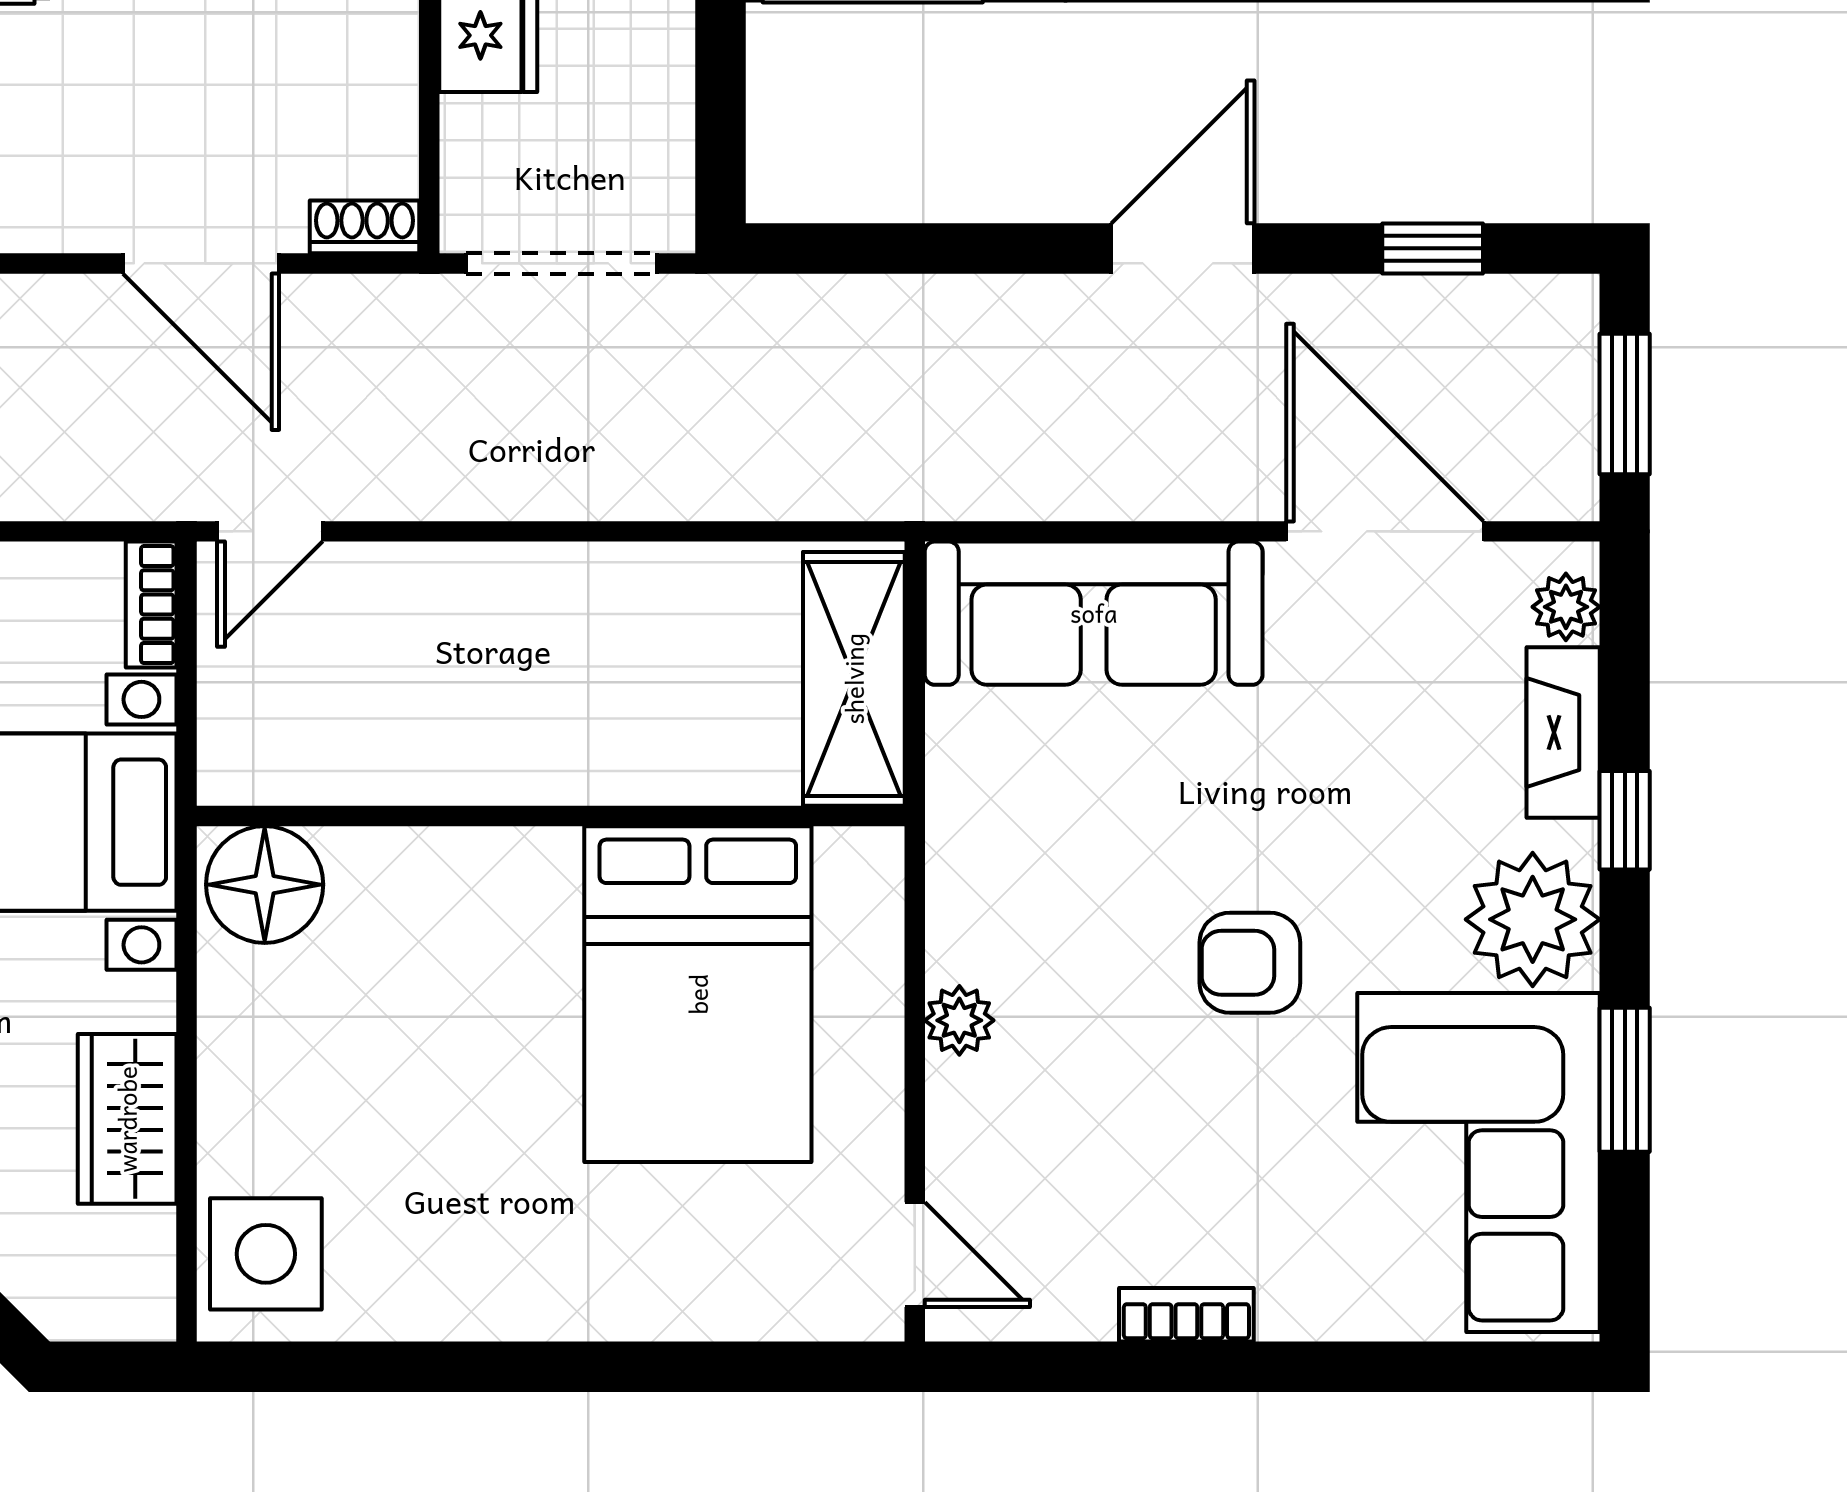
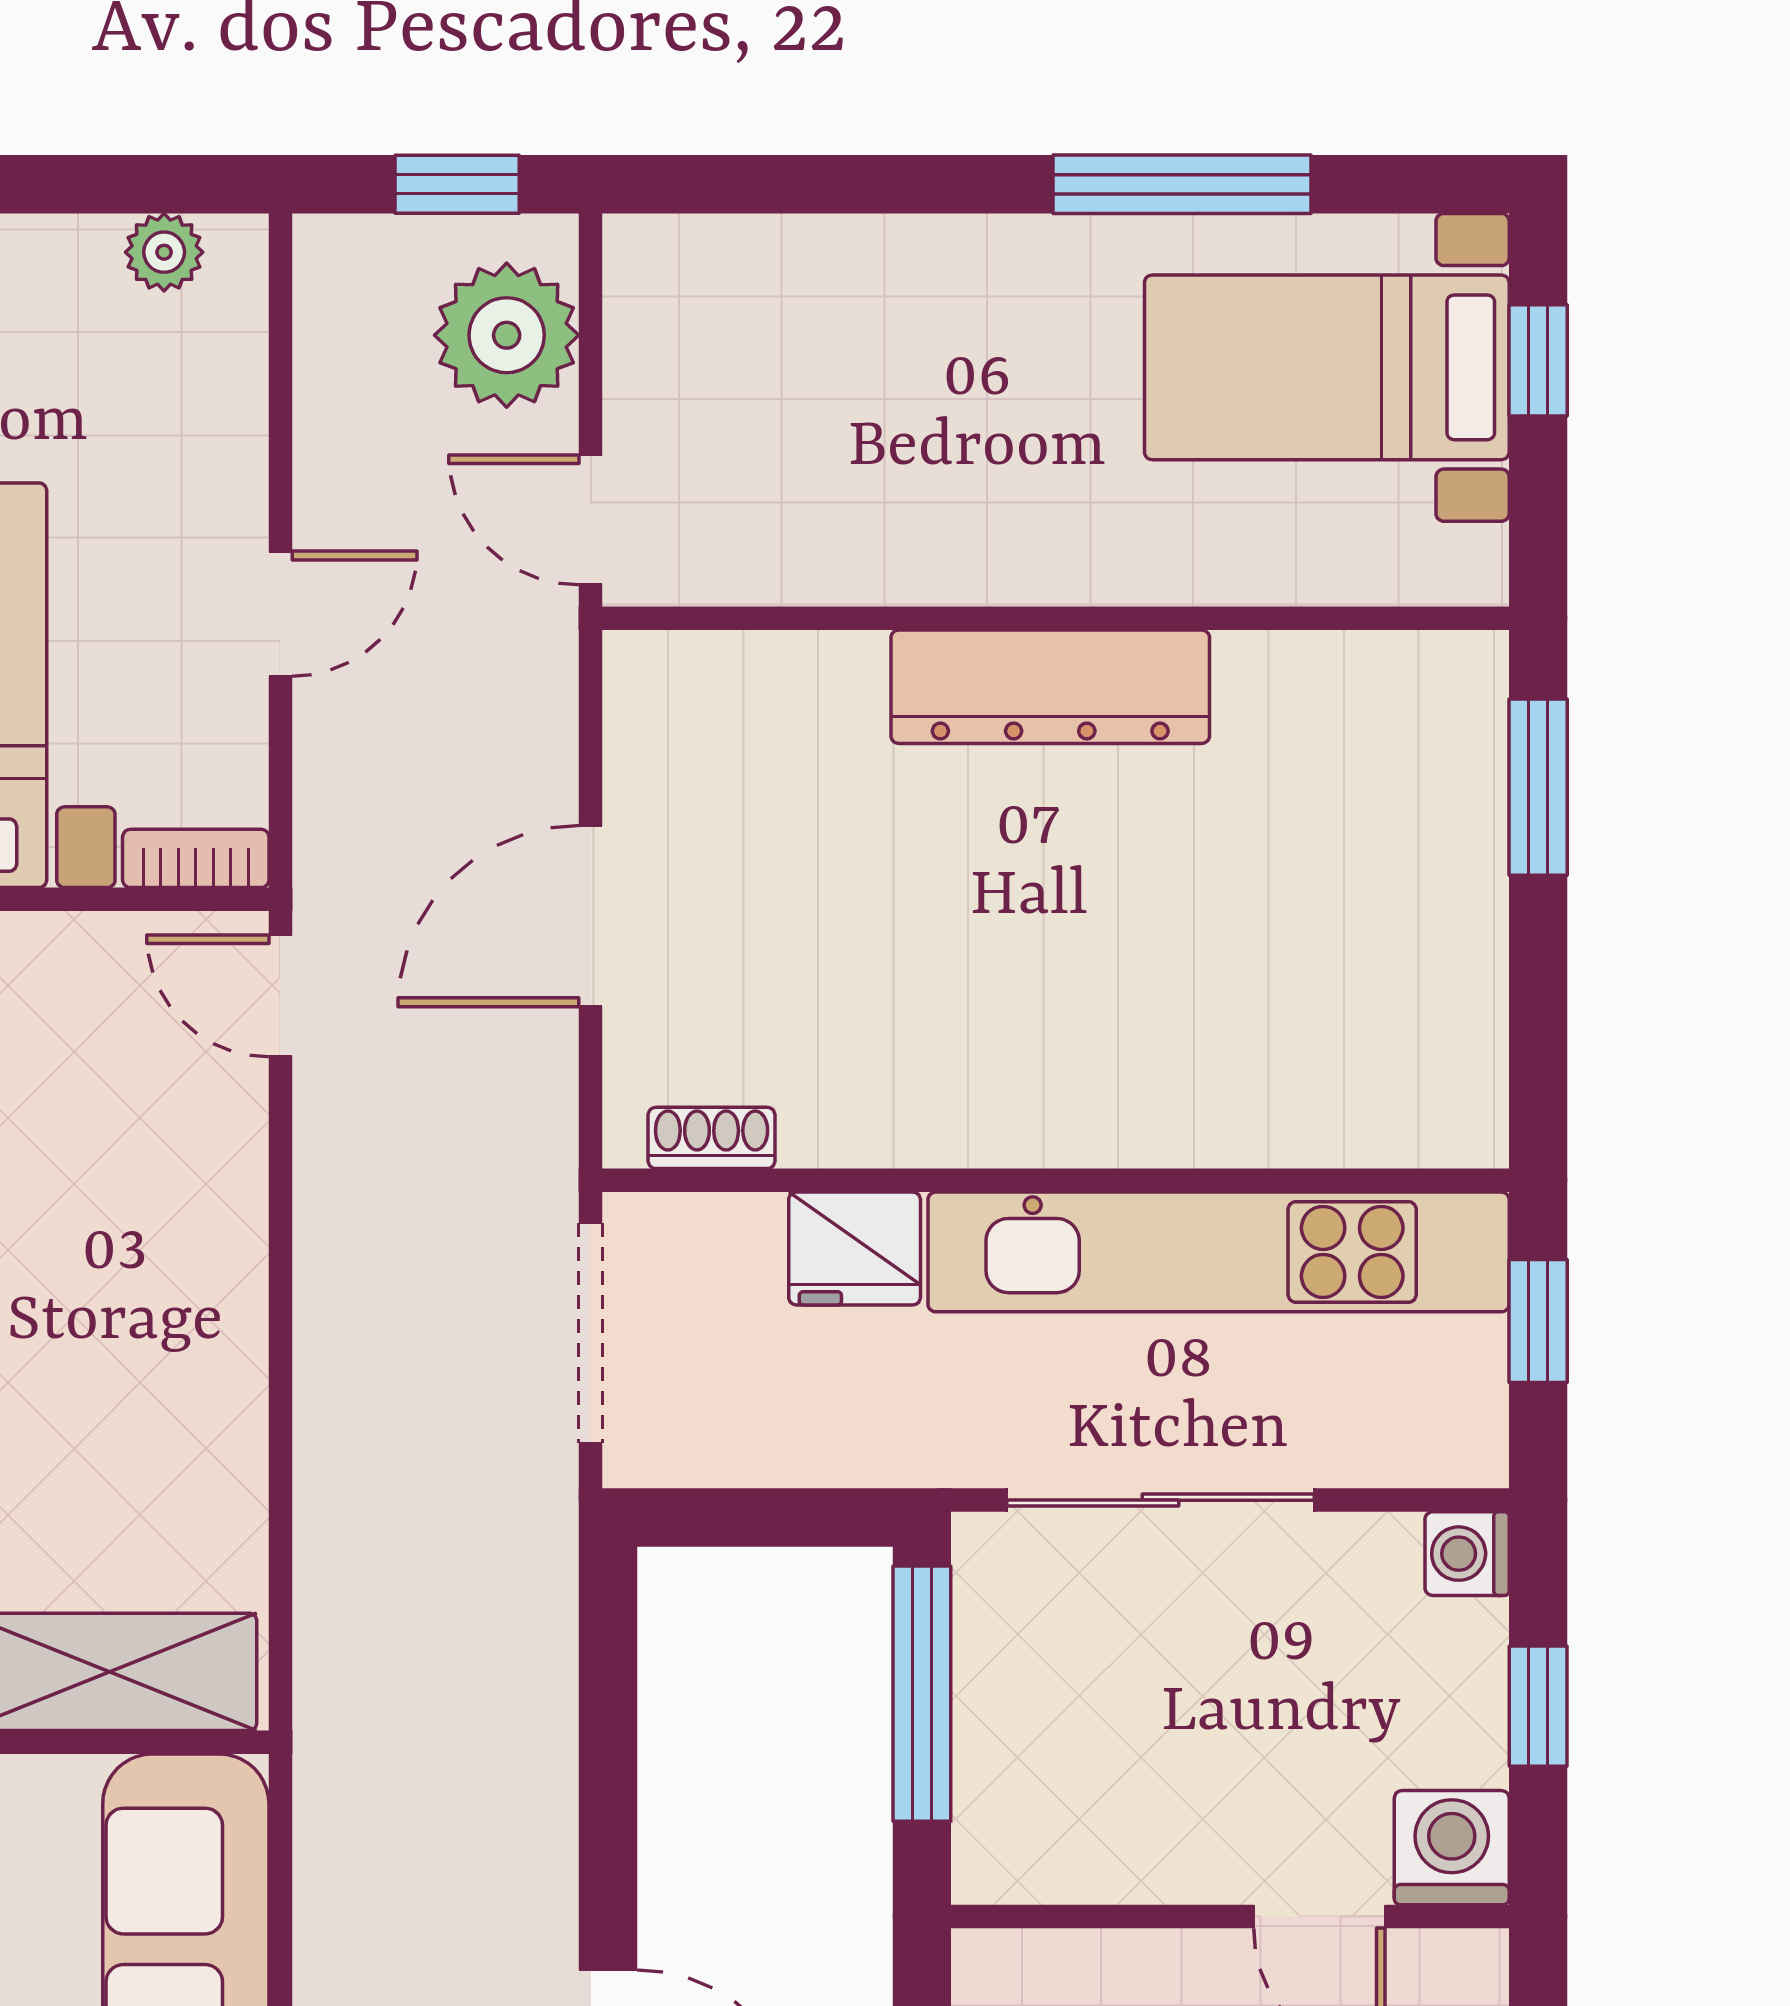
shoe rack: (365, 227) -> (712, 1138), moved, turned -90

